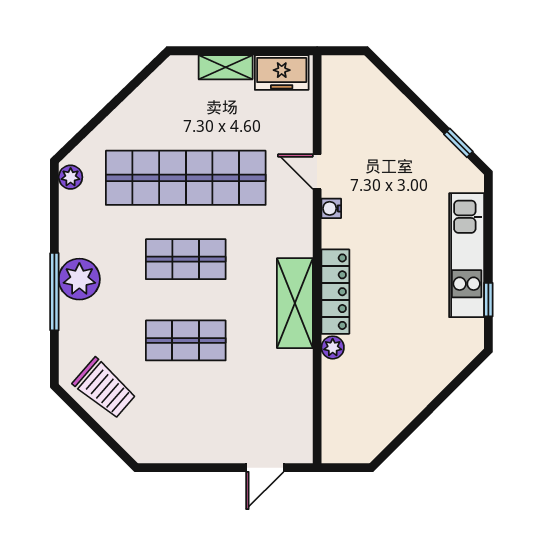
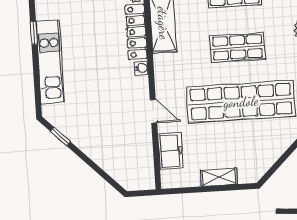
freezer: (282, 72) -> (171, 151), moved, turned 90
water cooler: (331, 208) -> (141, 68), moved

